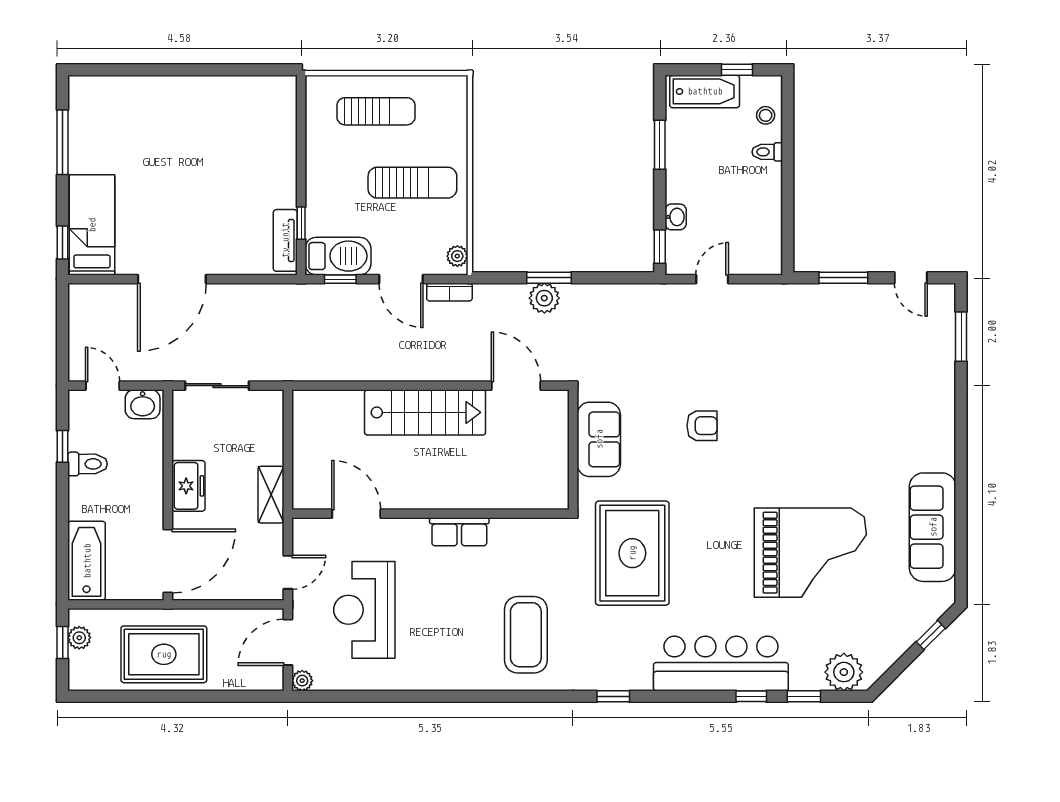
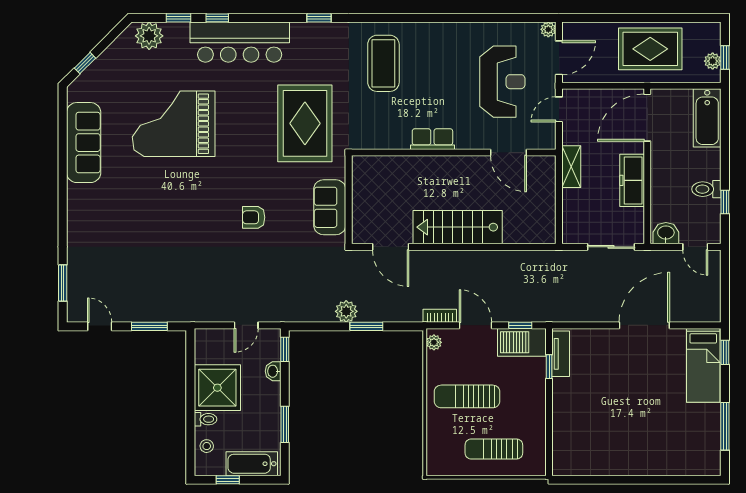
shower: (751, 195) -> (217, 388), added
plant: (544, 298) -> (346, 311), moved
freezer: (188, 486) -> (632, 180), width x1.40

